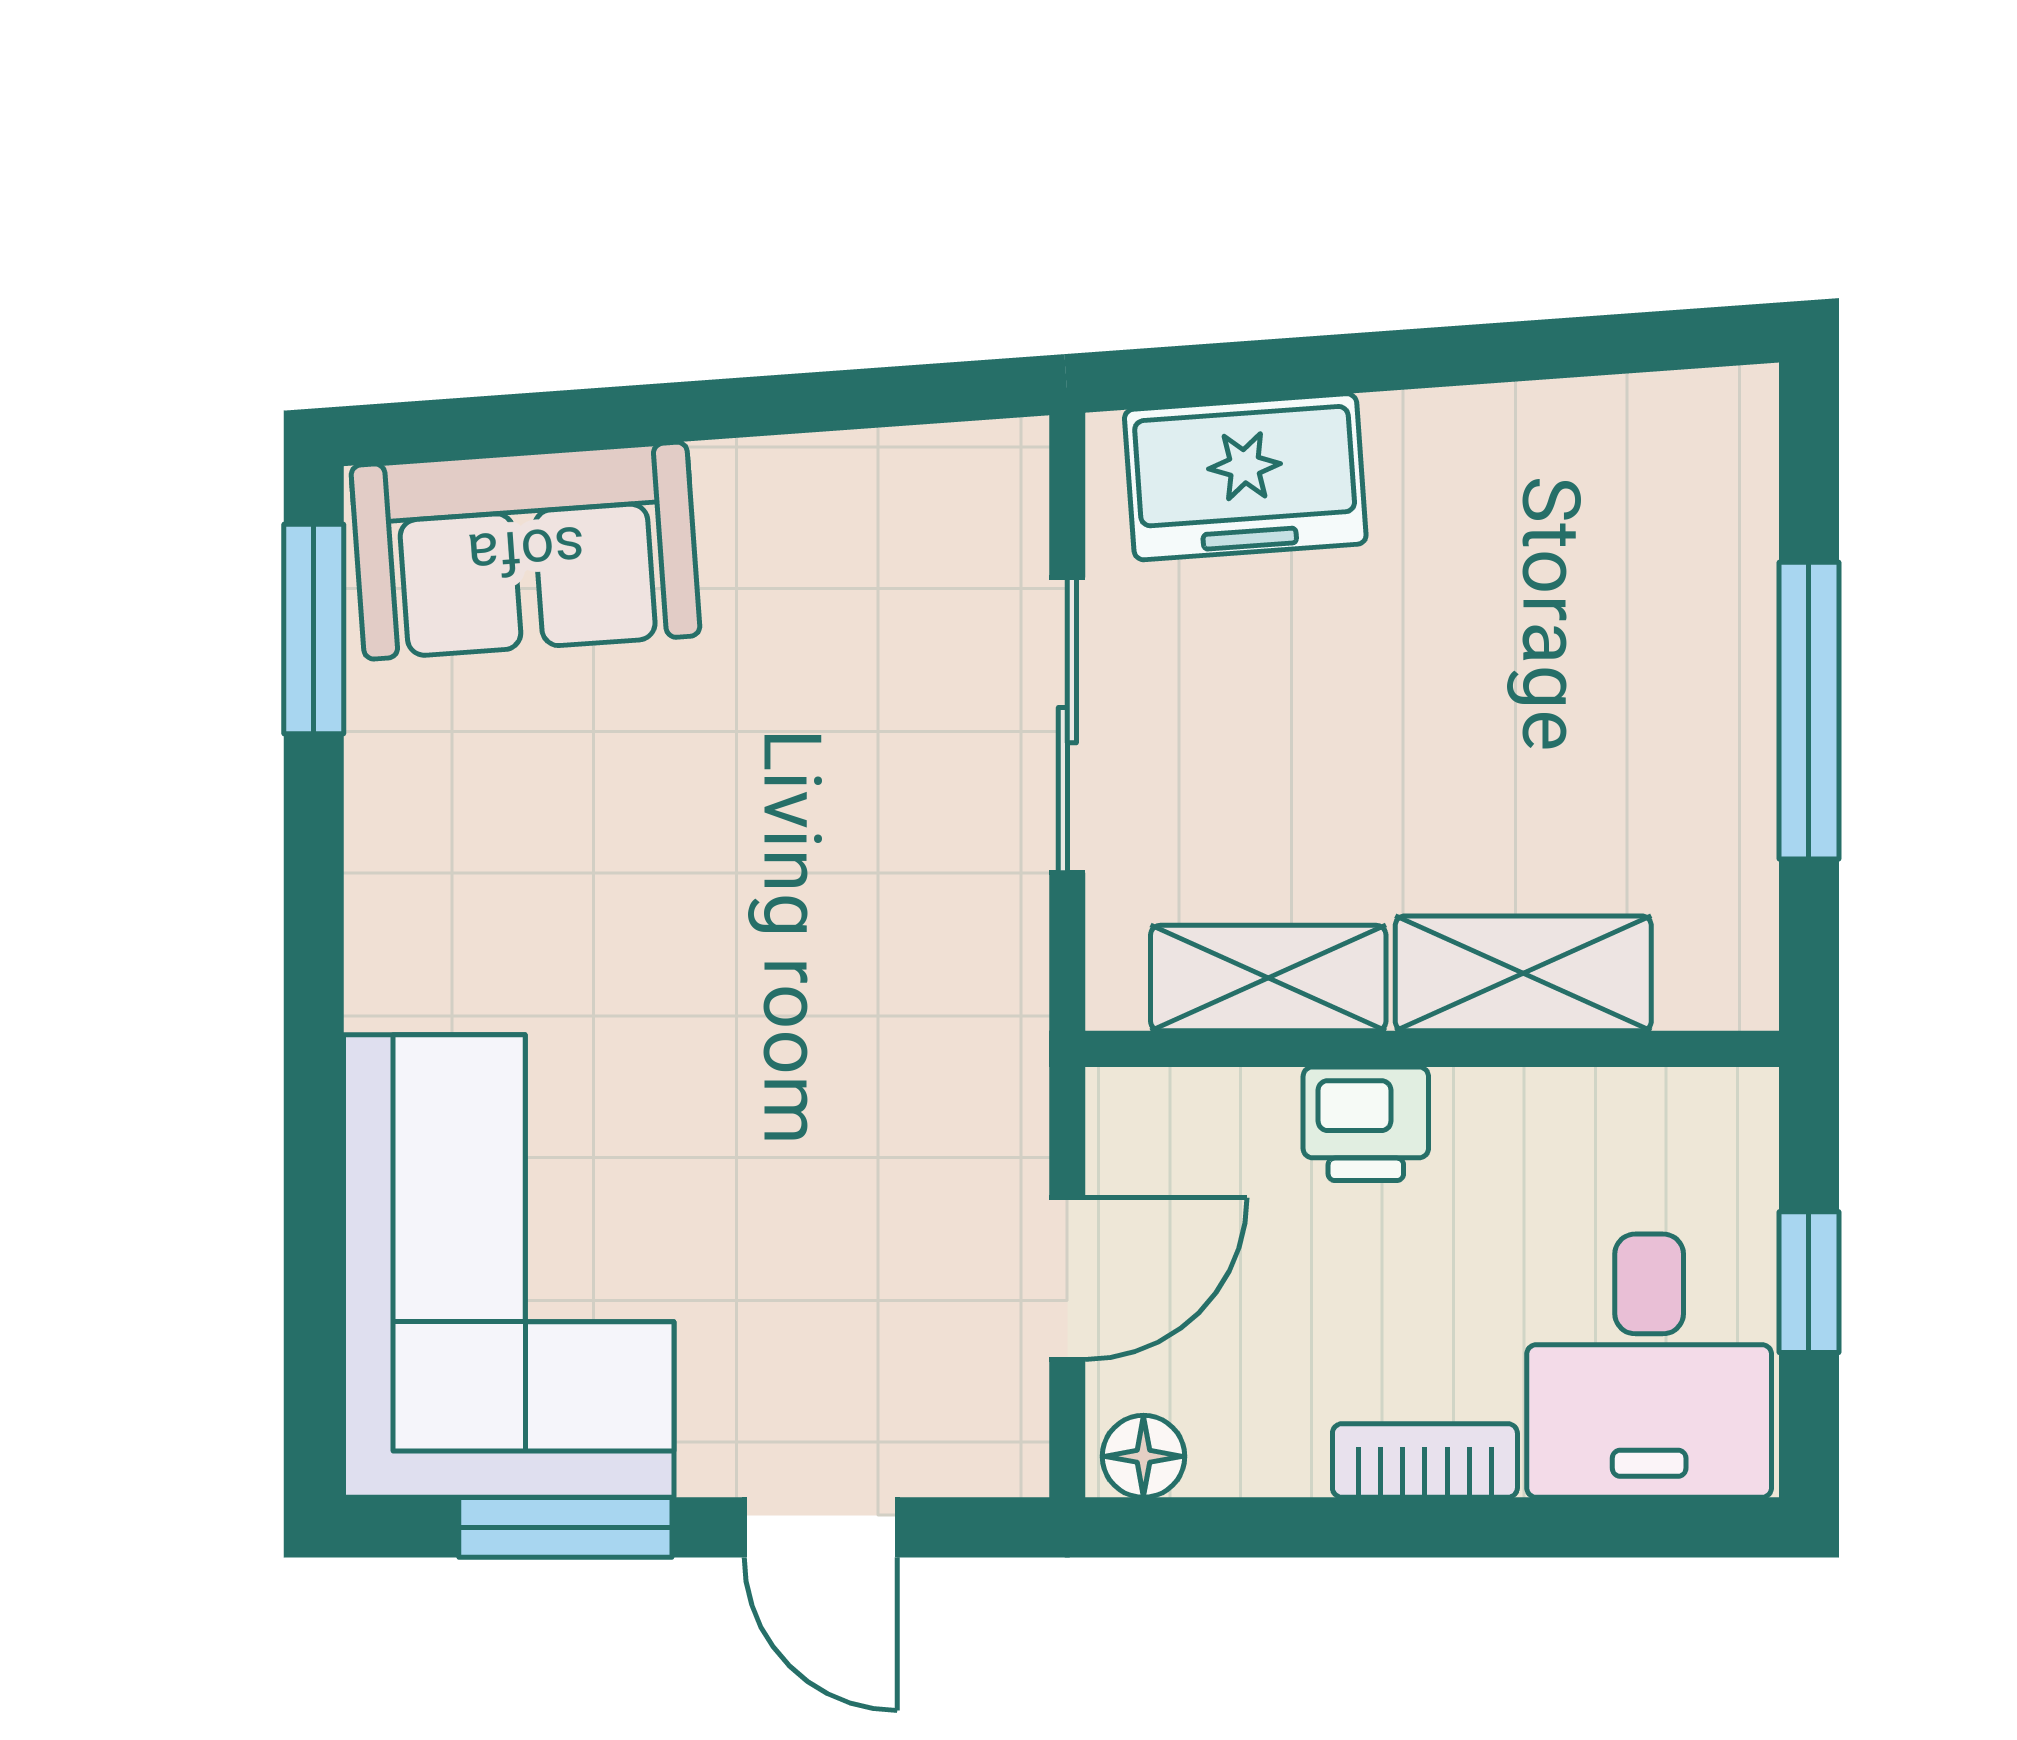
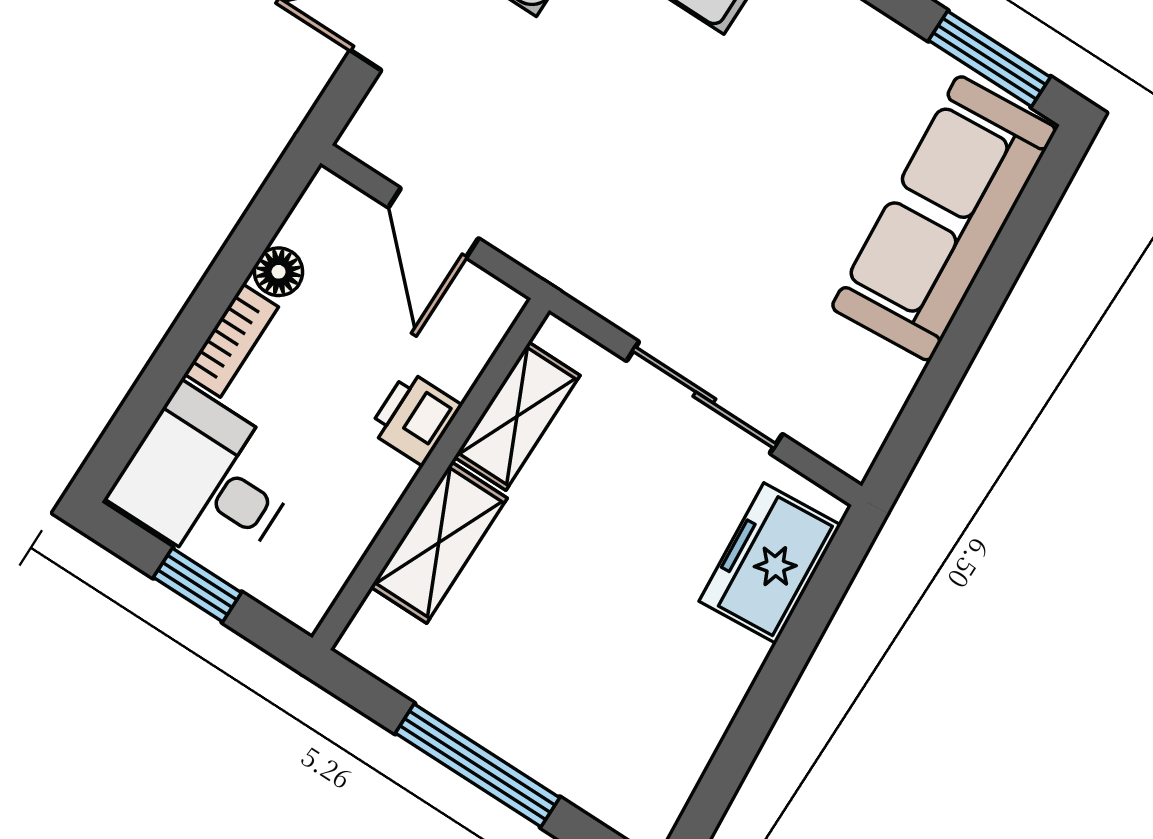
sofa: (526, 551) -> (944, 218), width x1.36
floor lamp: (1143, 1456) -> (279, 272), moved

